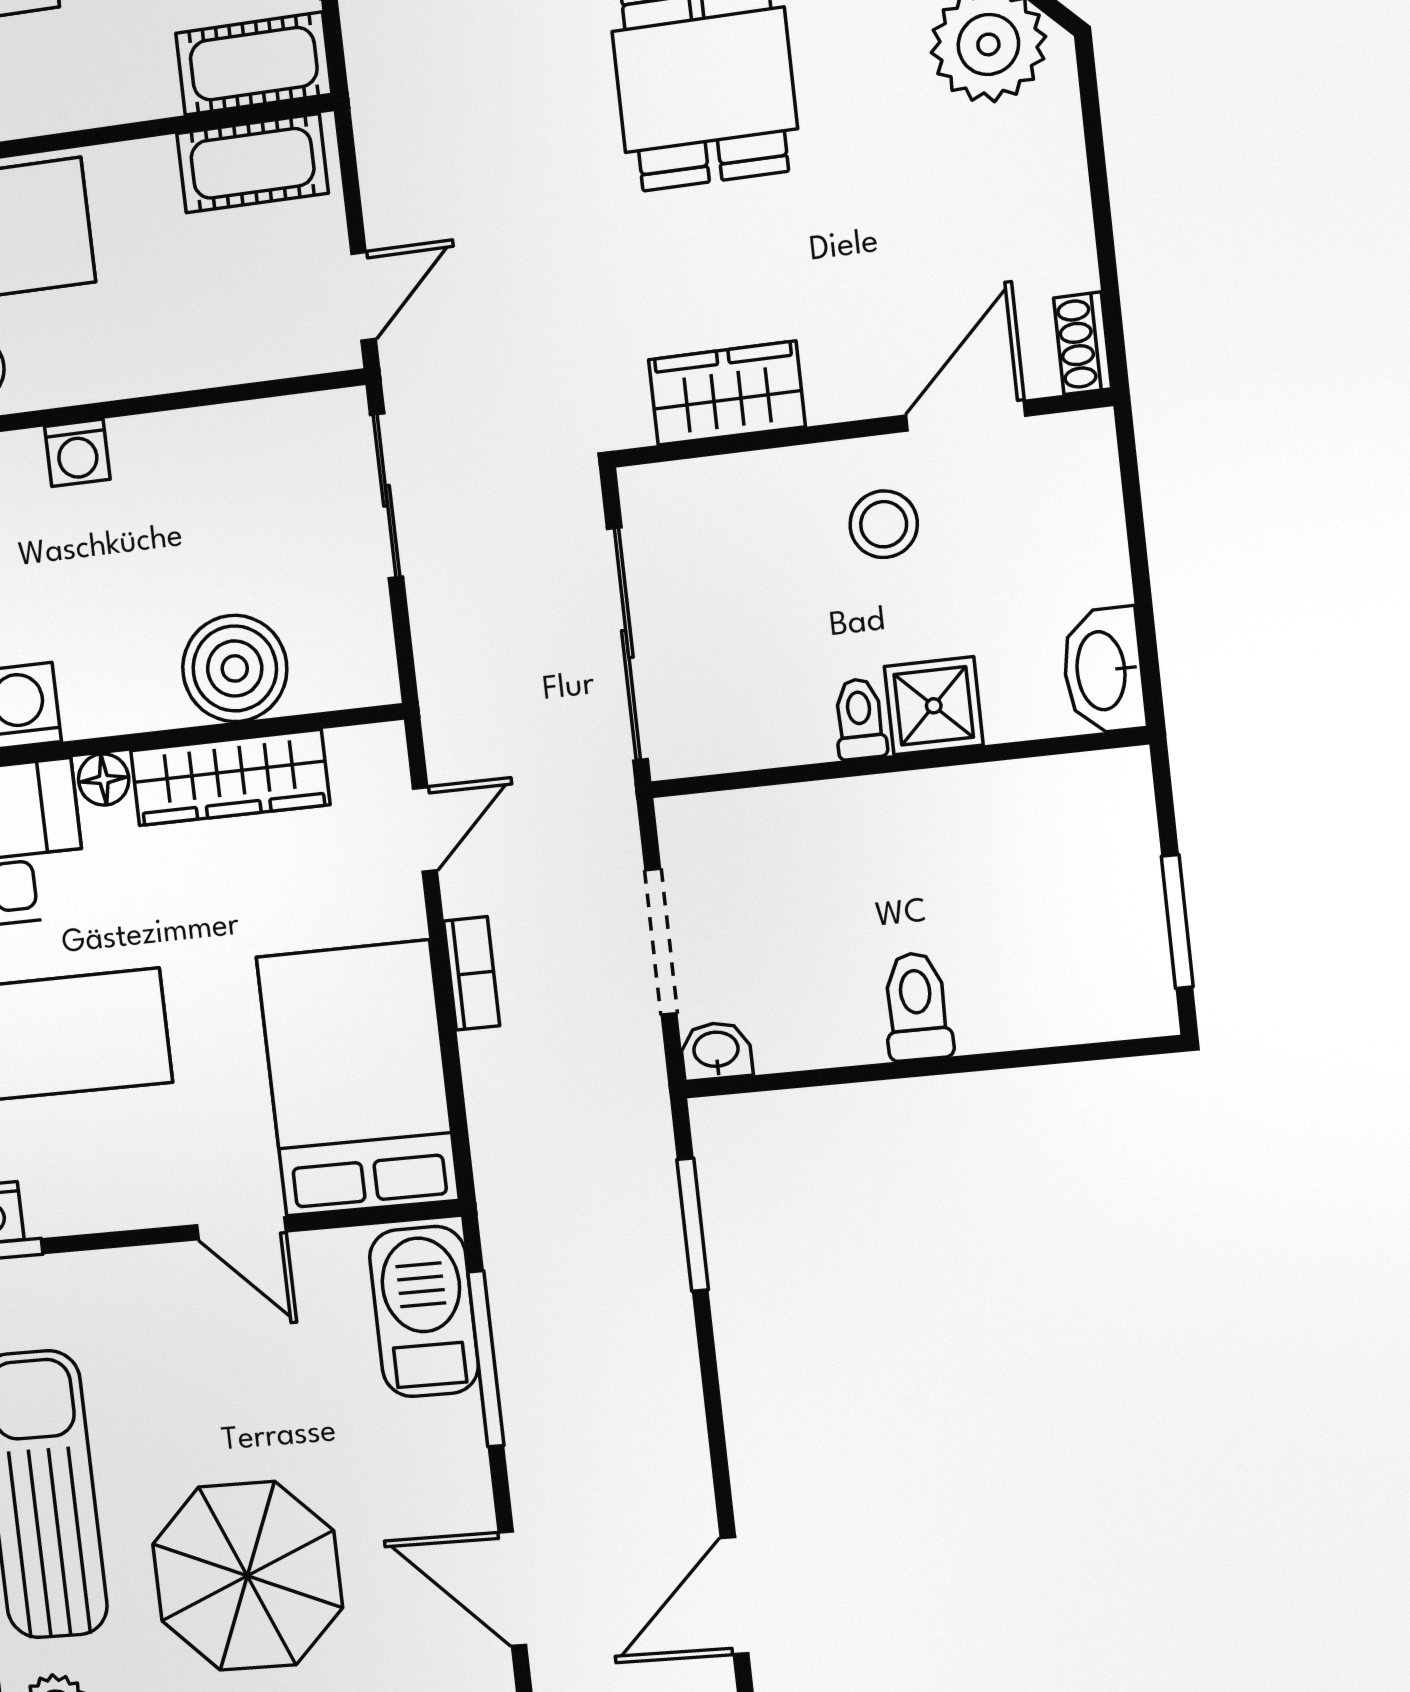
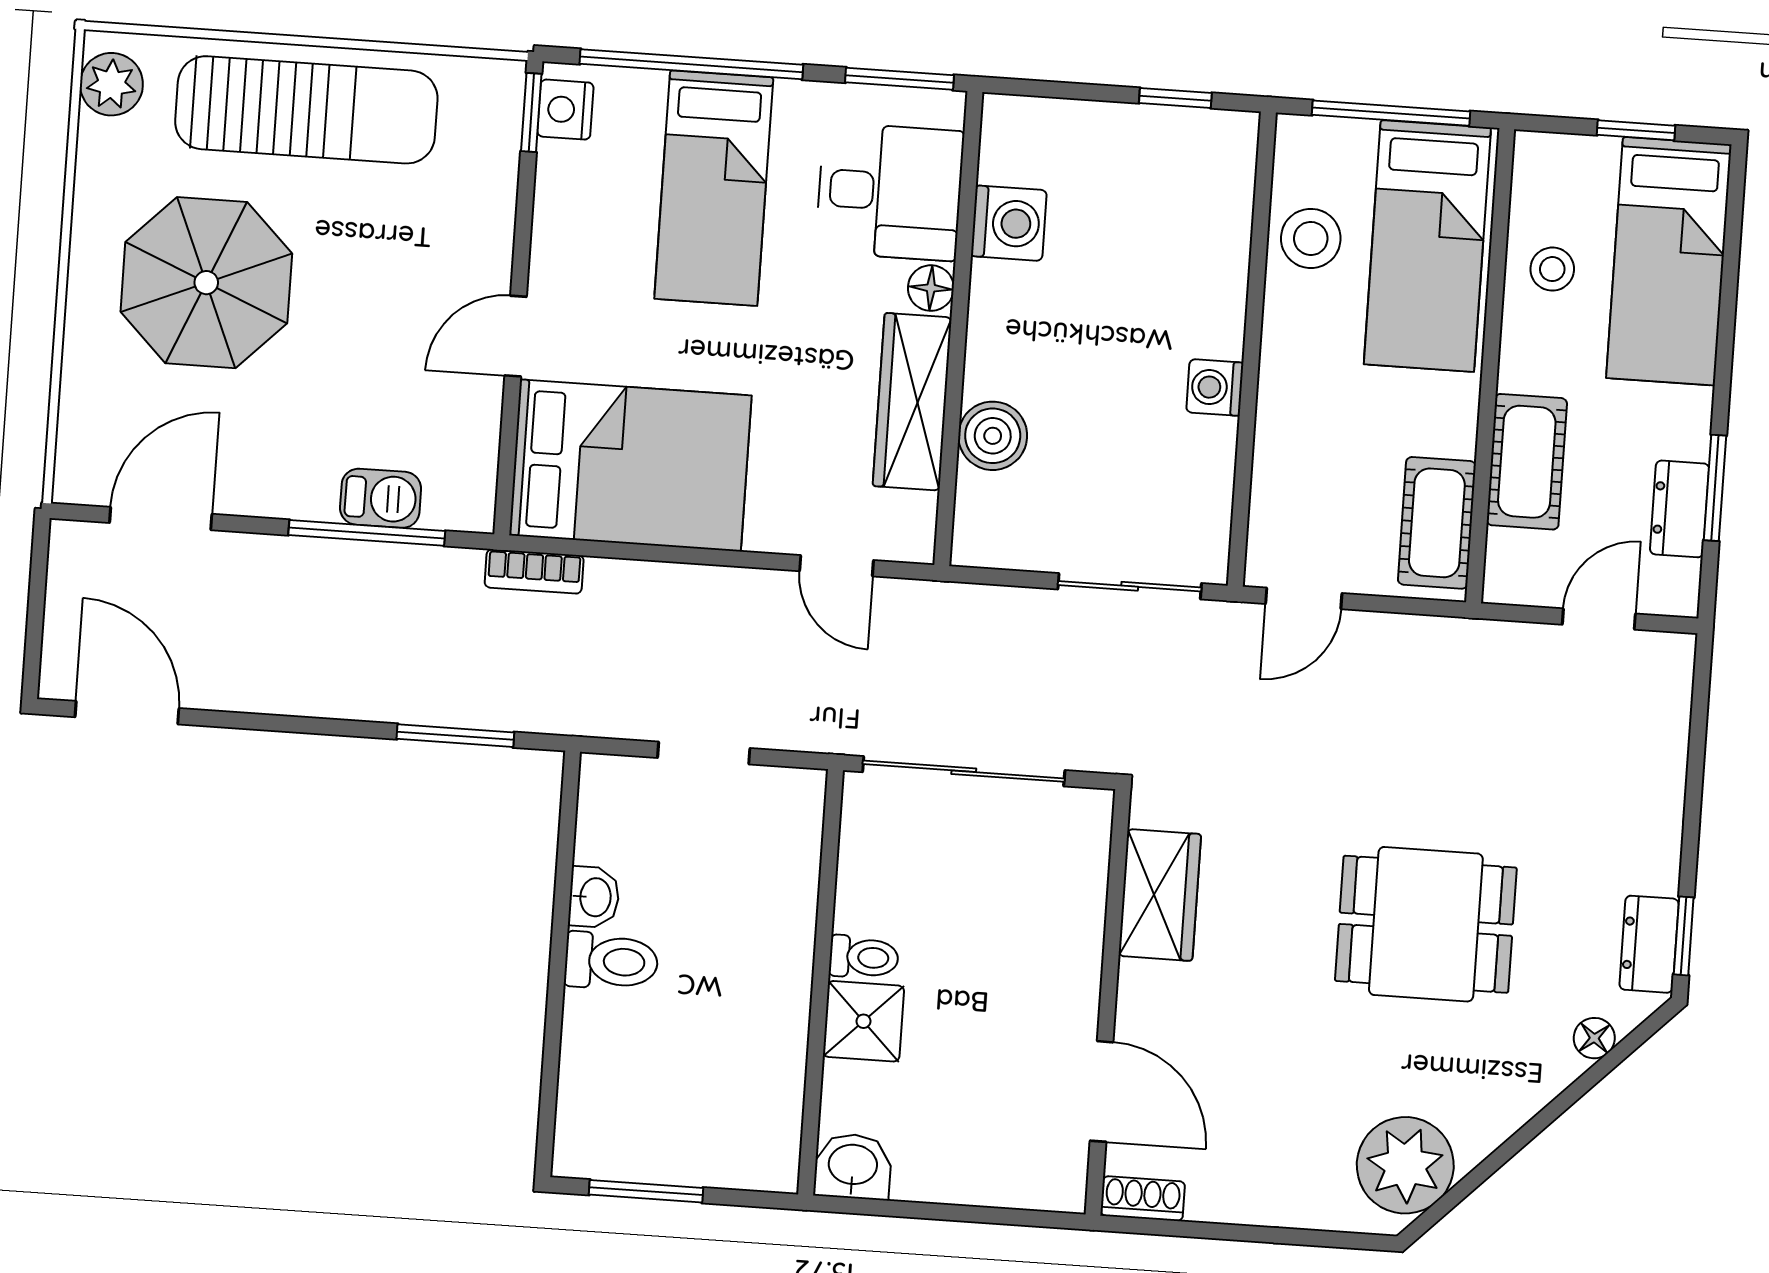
cot: (254, 64) -> (1527, 462), moved
door: (364, 296) -> (1304, 598), hinge flipped
washing machine: (77, 453) -> (1215, 387), moved
stool: (884, 524) -> (1024, 1007), removed
boiler: (235, 668) -> (993, 436), width x0.73, depth x0.73
washbasin: (1103, 670) -> (853, 1166), width x0.72
doorway: (661, 942) -> (704, 753), width x0.73
bookcase: (472, 973) -> (534, 571), moved
washbasin: (716, 1051) -> (594, 897), moved
barbecue: (424, 1312) -> (381, 498), width x0.53, depth x0.65

